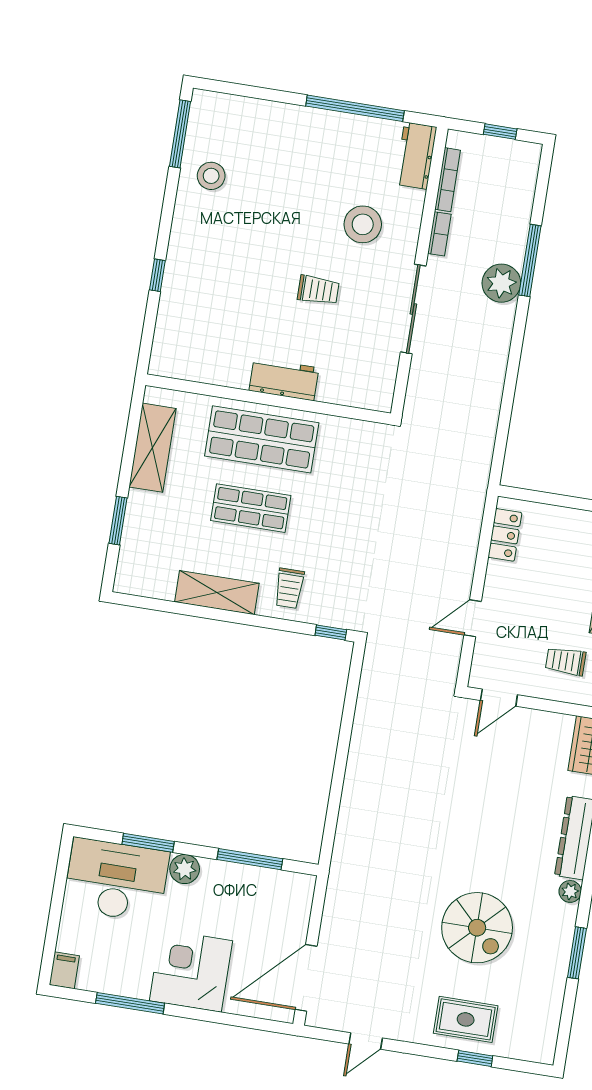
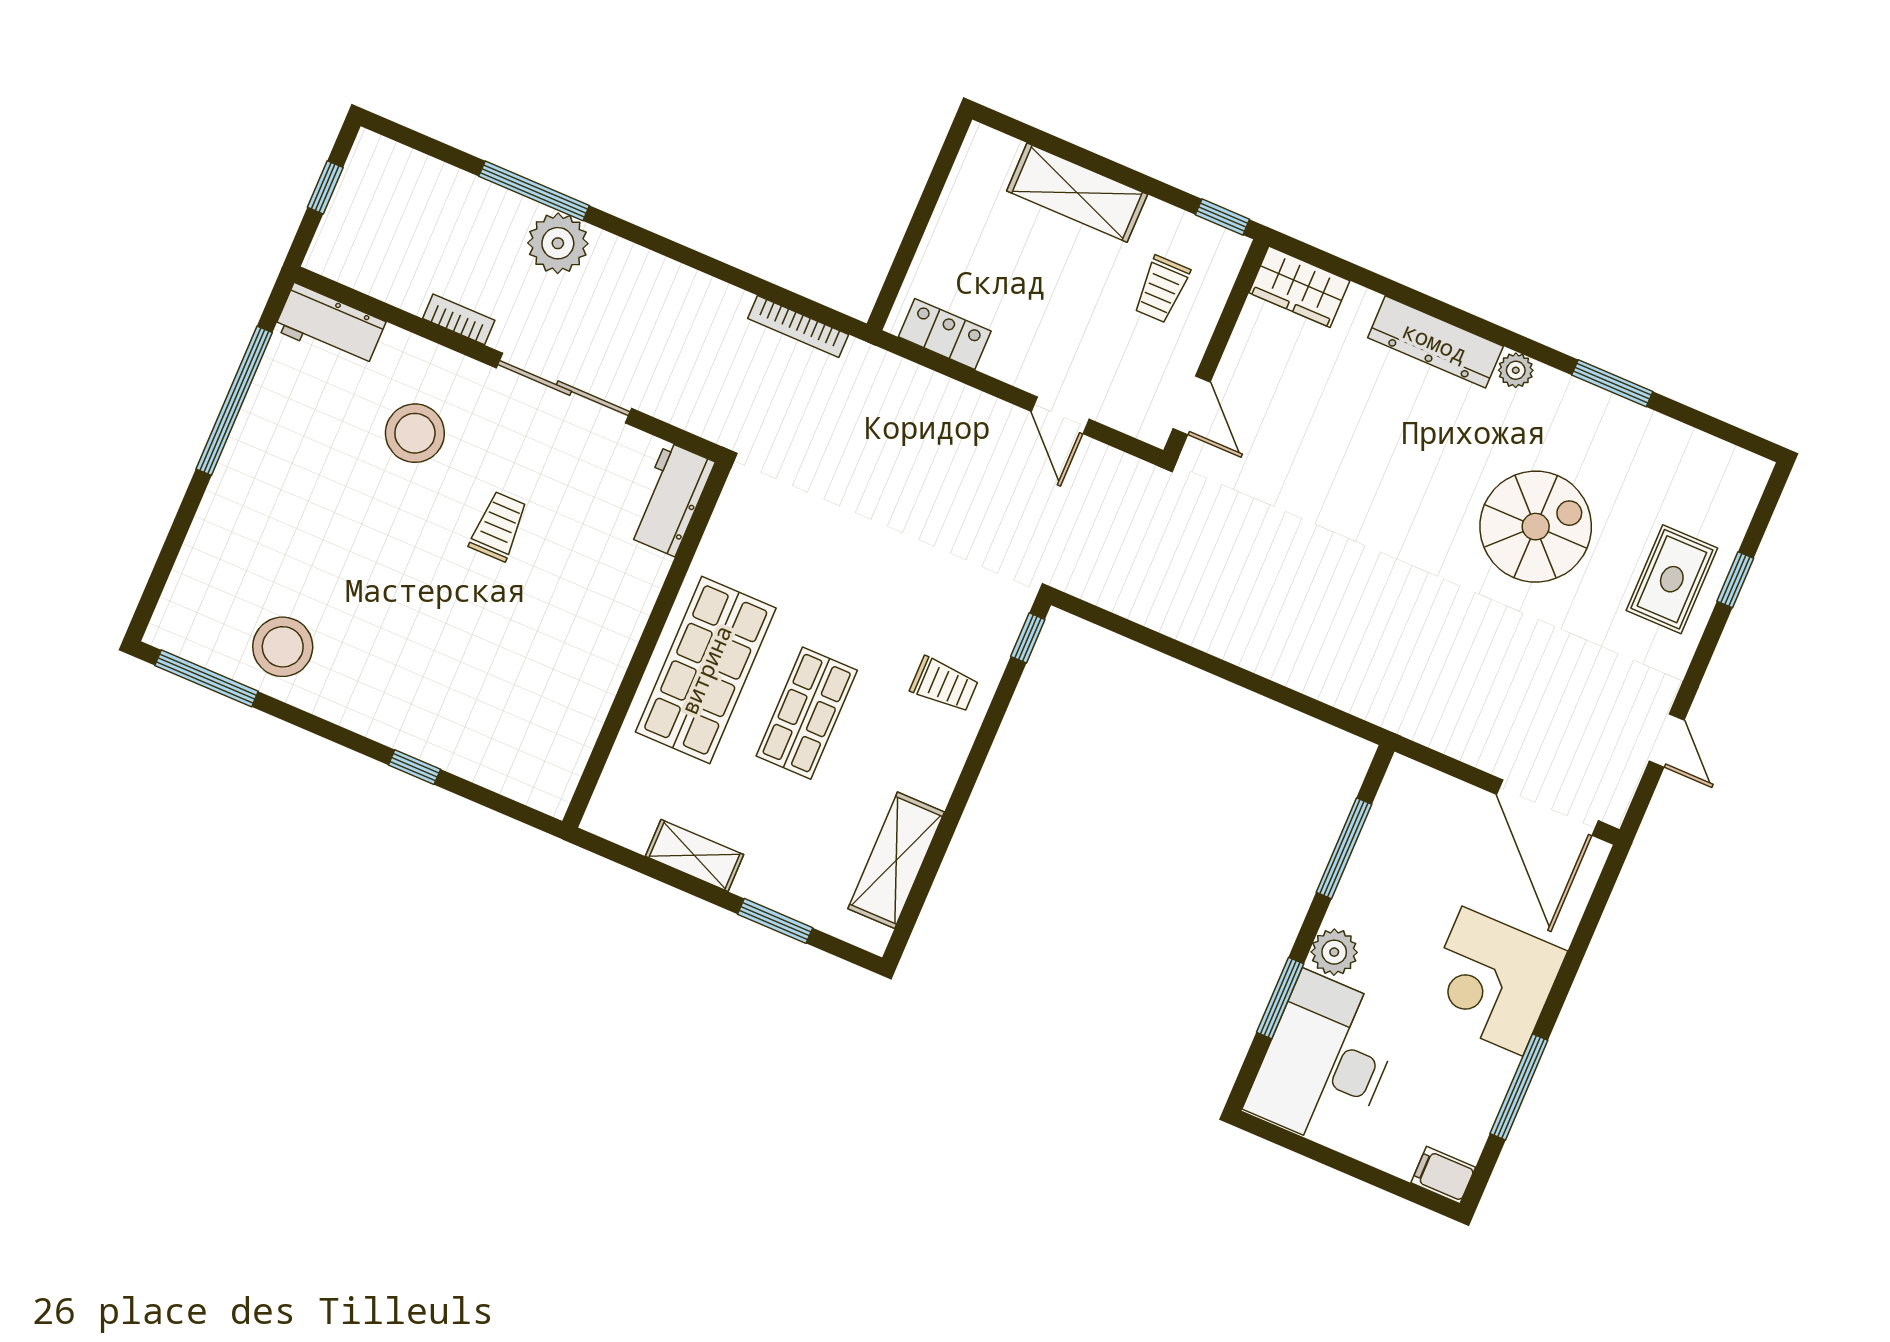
stool: (211, 176) -> (283, 647), width x1.38, depth x1.38
bookcase: (448, 180) -> (798, 327), moved, turned 180
workbench: (284, 379) -> (671, 499), moved
shelving: (152, 448) -> (695, 855), width x0.67, depth x0.75
shelving: (217, 593) -> (896, 860), moved

